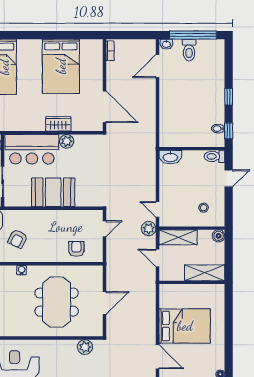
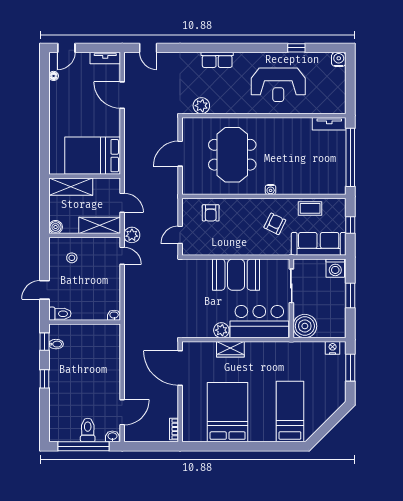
washbasin: (170, 157) -> (114, 315), width x0.52, depth x0.69
bed: (185, 326) -> (93, 156), moved

